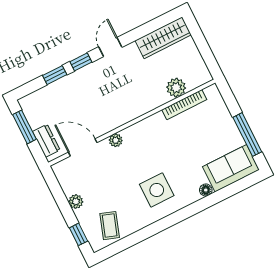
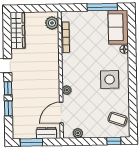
plant: (176, 88) -> (52, 23), moved
plant: (76, 202) -> (78, 133), moved

